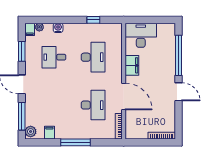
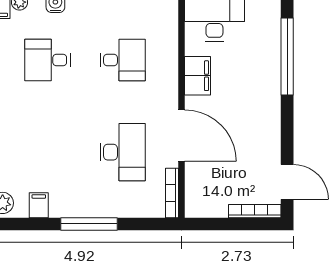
desk: (93, 57) -> (123, 60), width x0.73
door: (179, 92) -> (287, 182), moved

